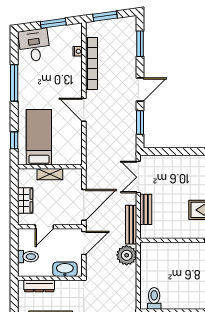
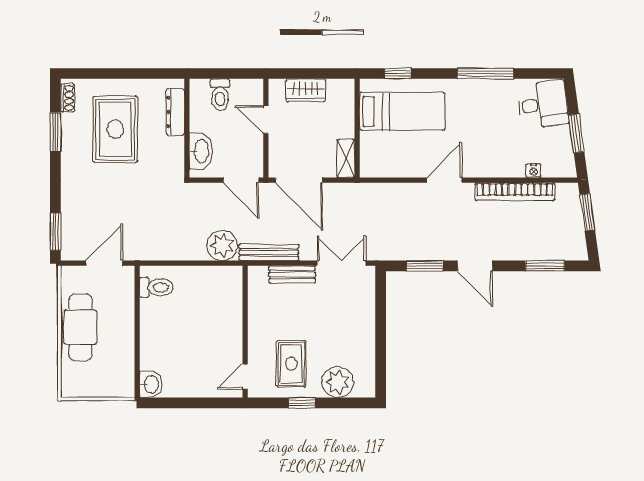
shelving: (50, 174) -> (346, 158), moved

